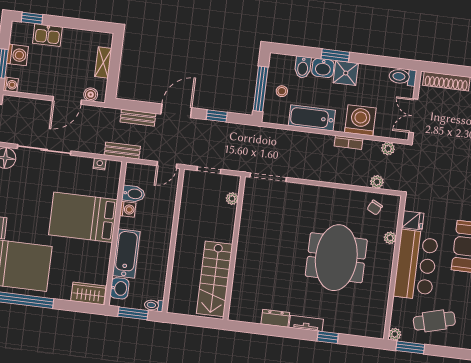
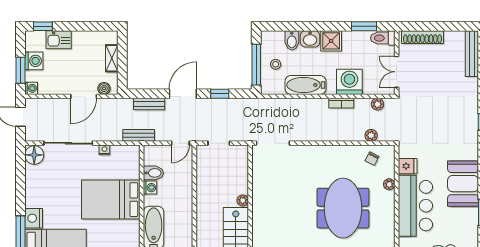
window: (335, 55) -> (364, 26), moved
nightstand: (100, 164) -> (104, 150), moved
plant: (232, 199) -> (243, 200), moved

